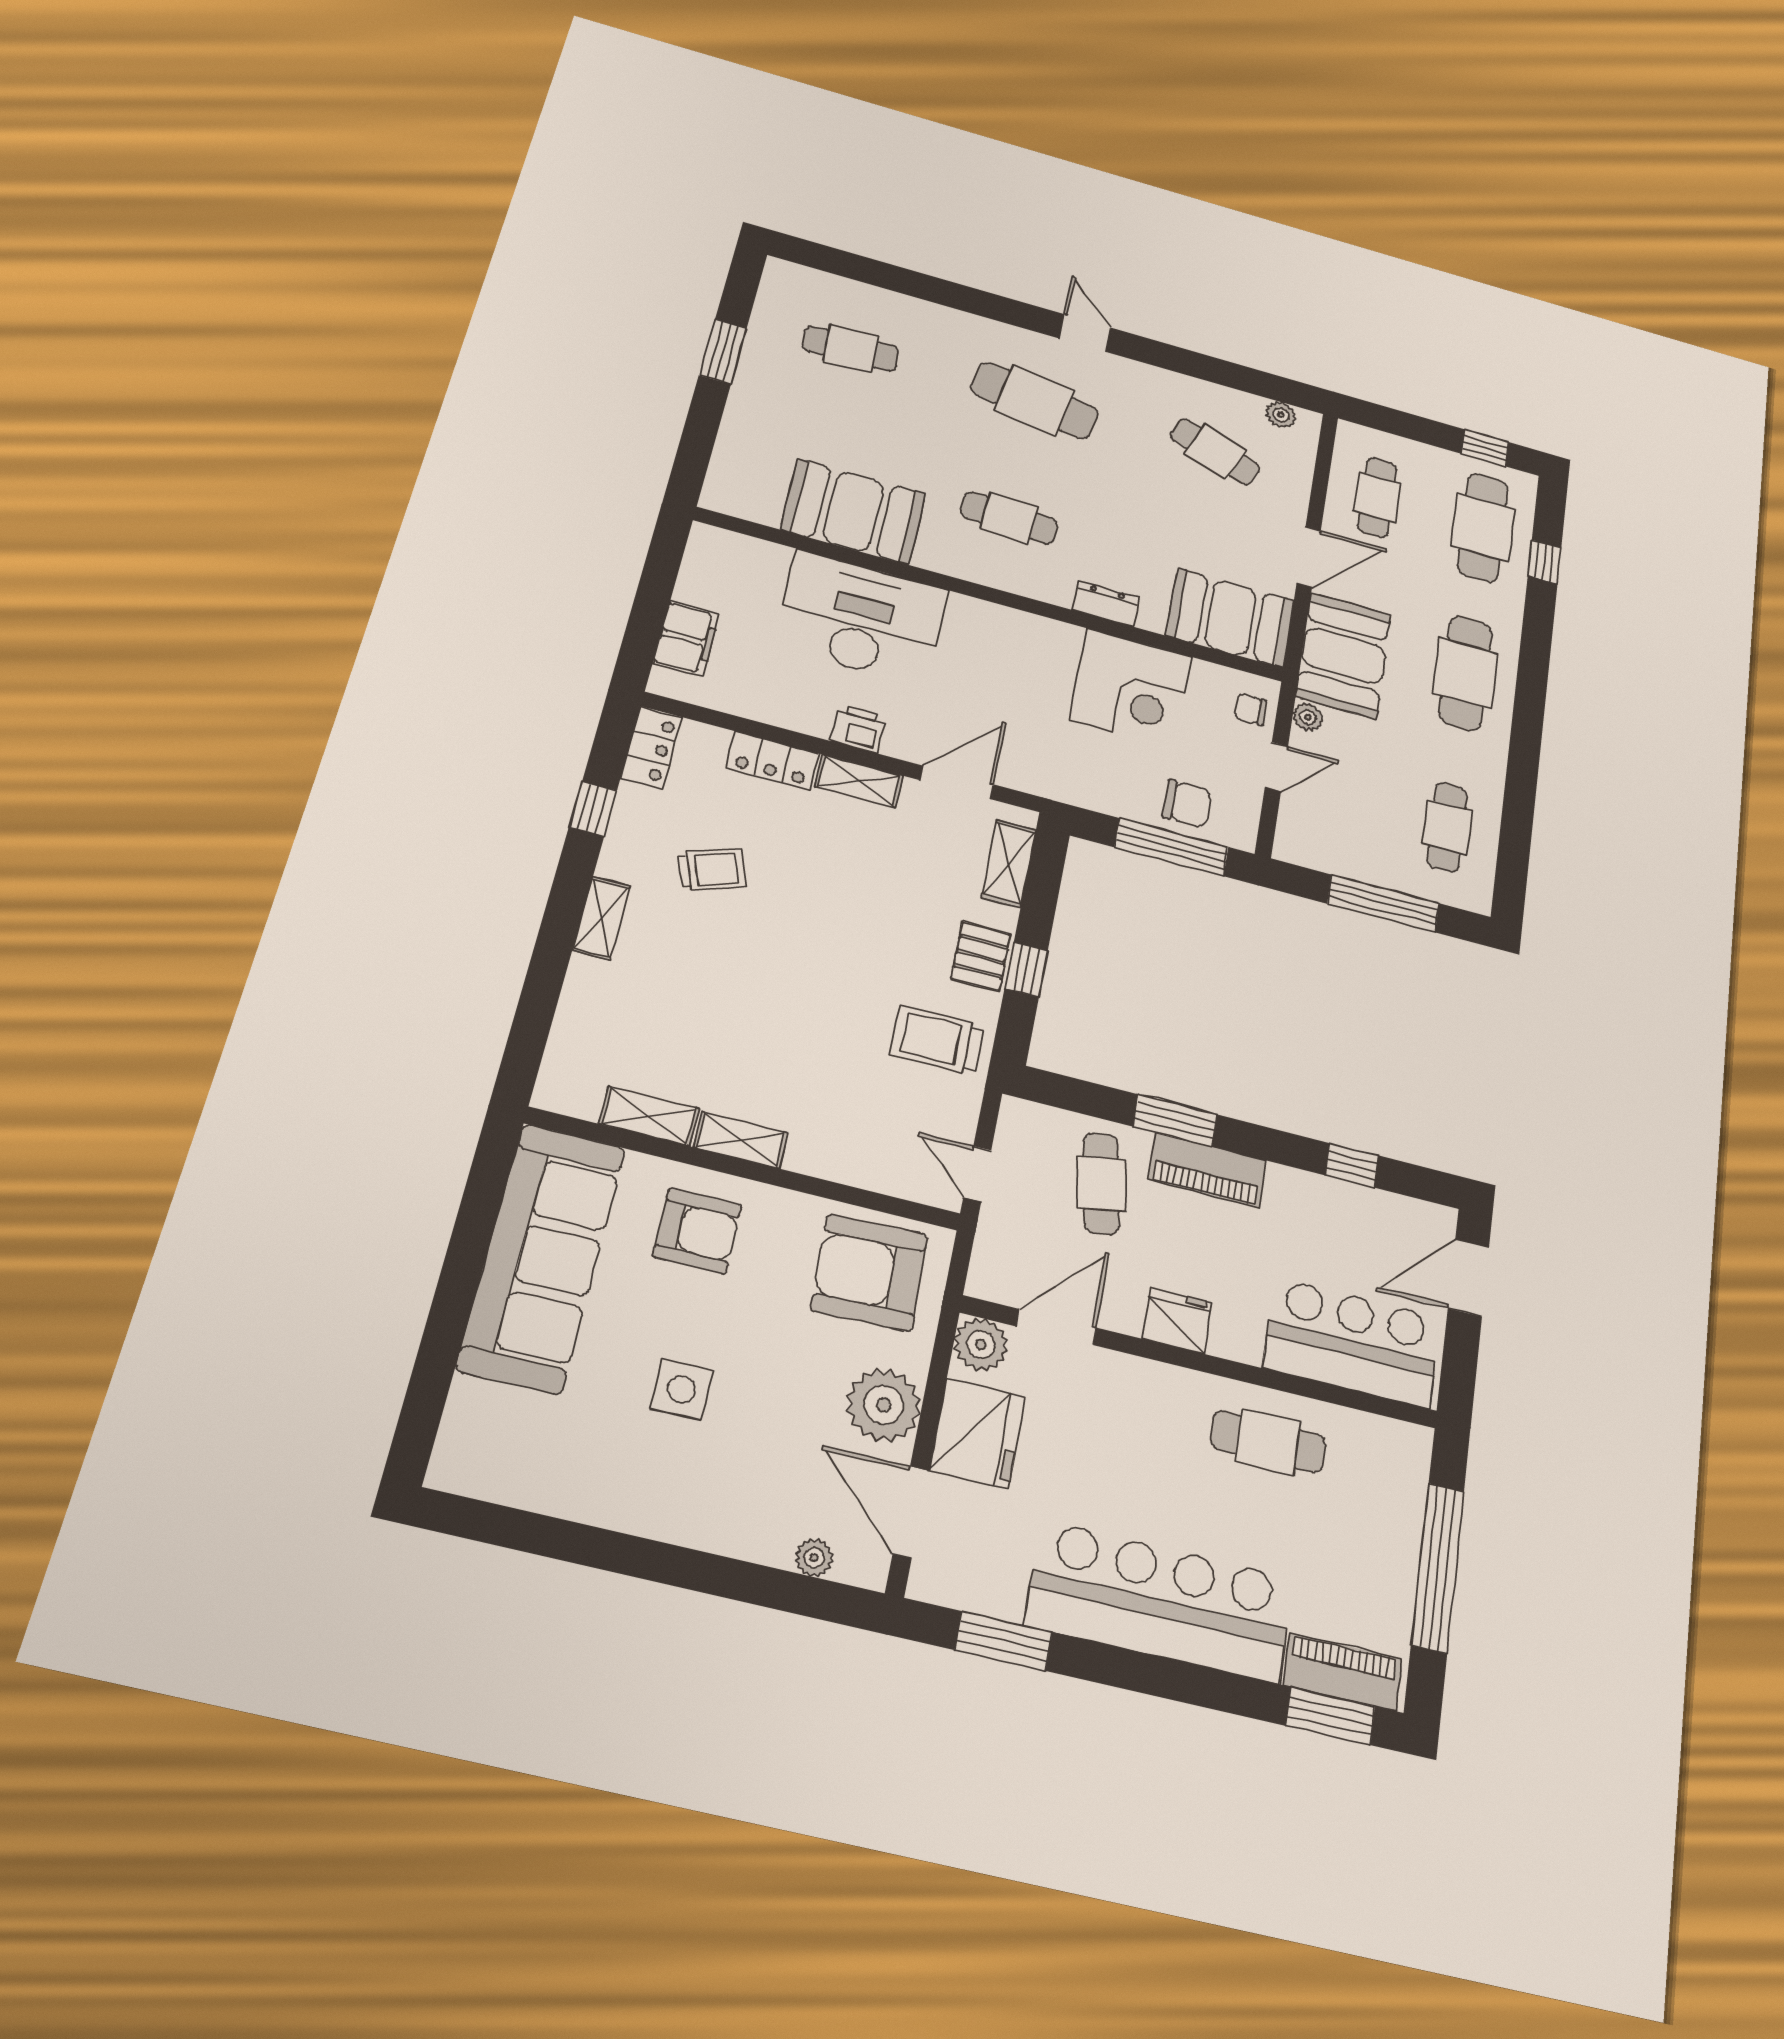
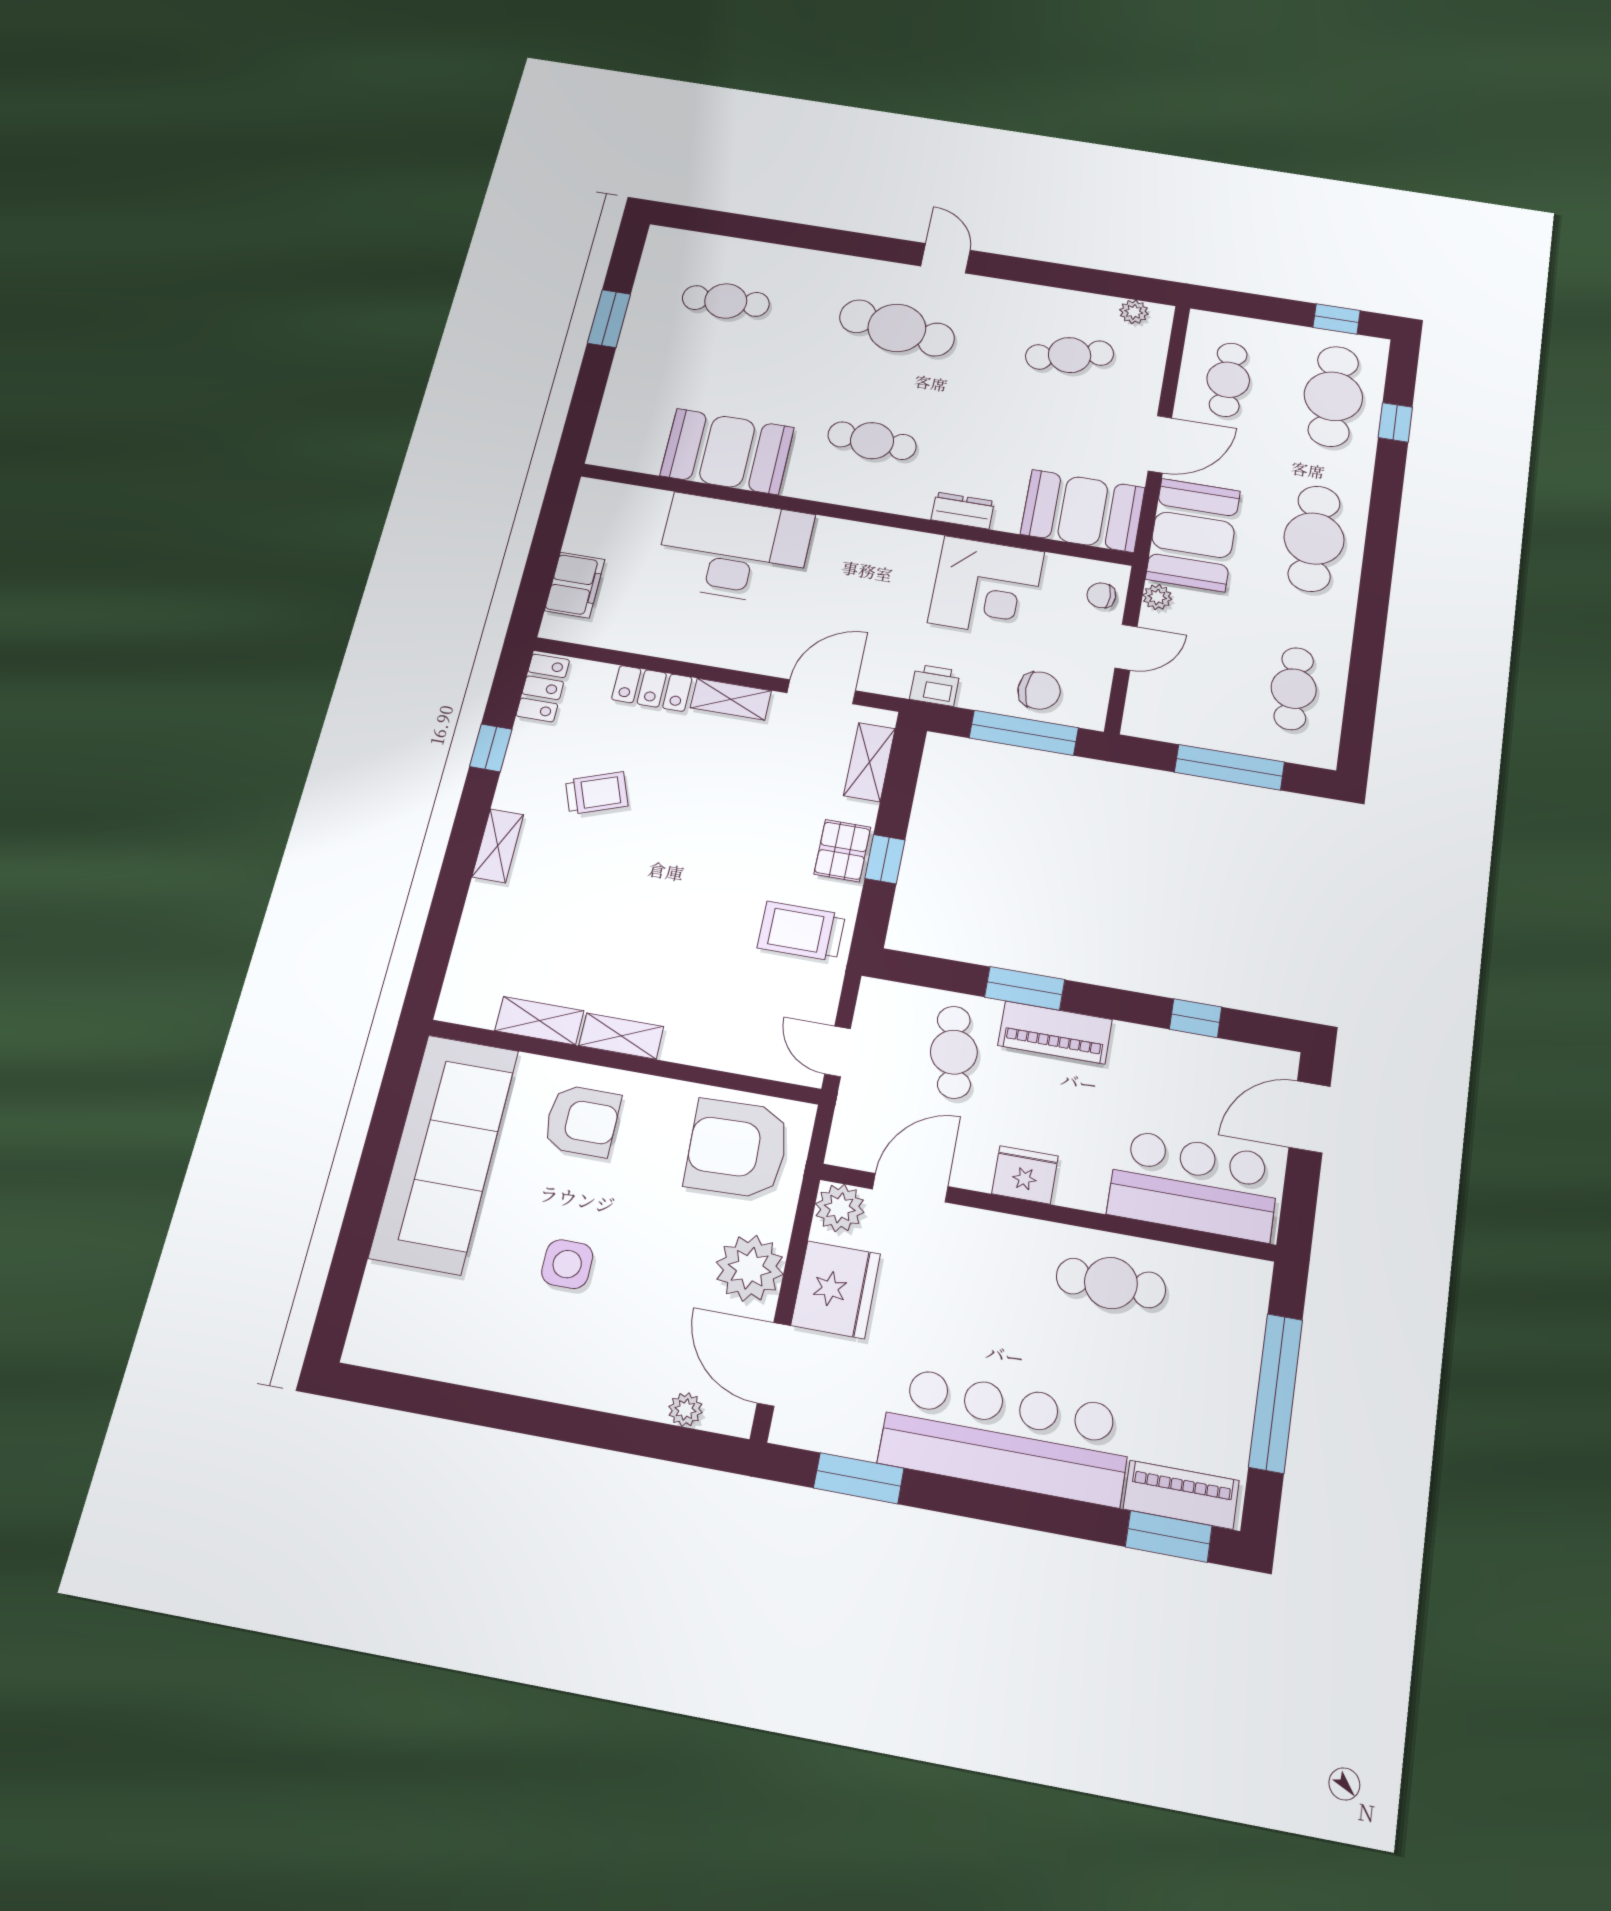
cafe table: (1215, 452) -> (1070, 355), turned -36
printer: (859, 729) -> (935, 685), moved

